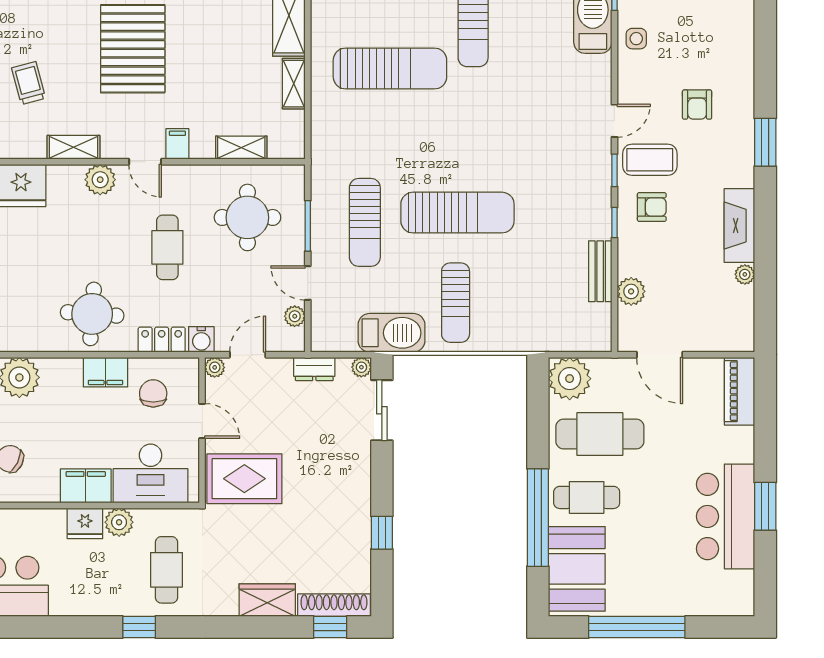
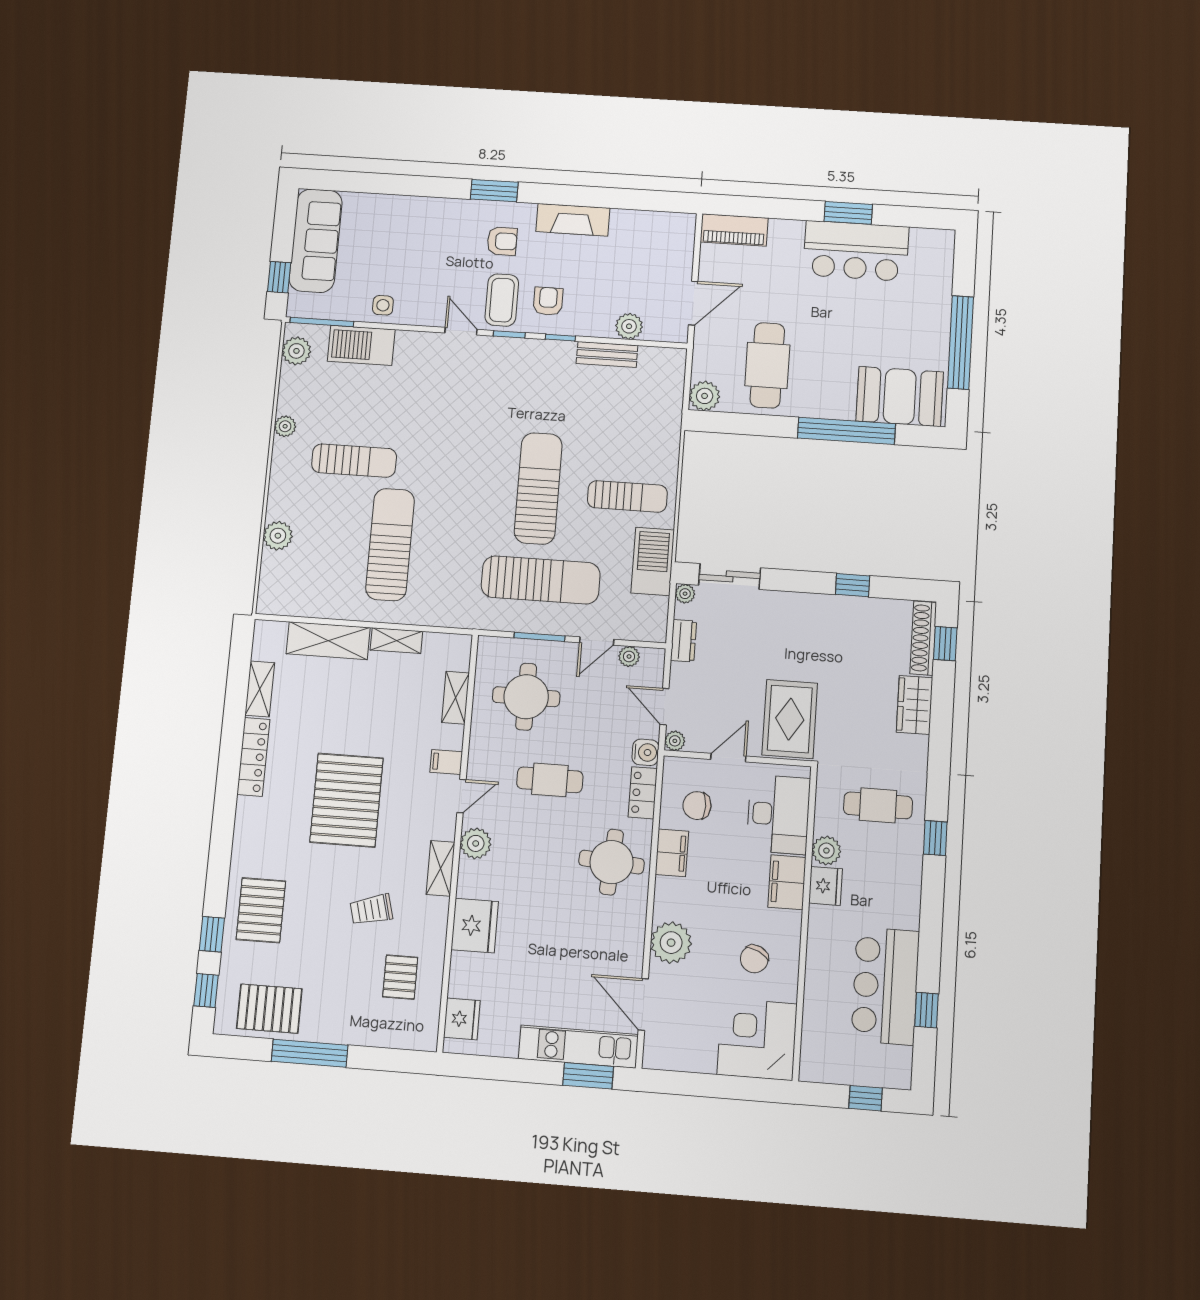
pallet: (133, 49) -> (347, 800), turned 90
armchair: (697, 105) -> (502, 241), moved
sun lounger: (365, 222) -> (541, 580), width x1.36, depth x1.34
plant: (745, 274) -> (621, 218), removed
plant: (570, 379) -> (705, 396), width x0.73, depth x0.73
cafe table: (587, 497) -> (829, 382), removed

